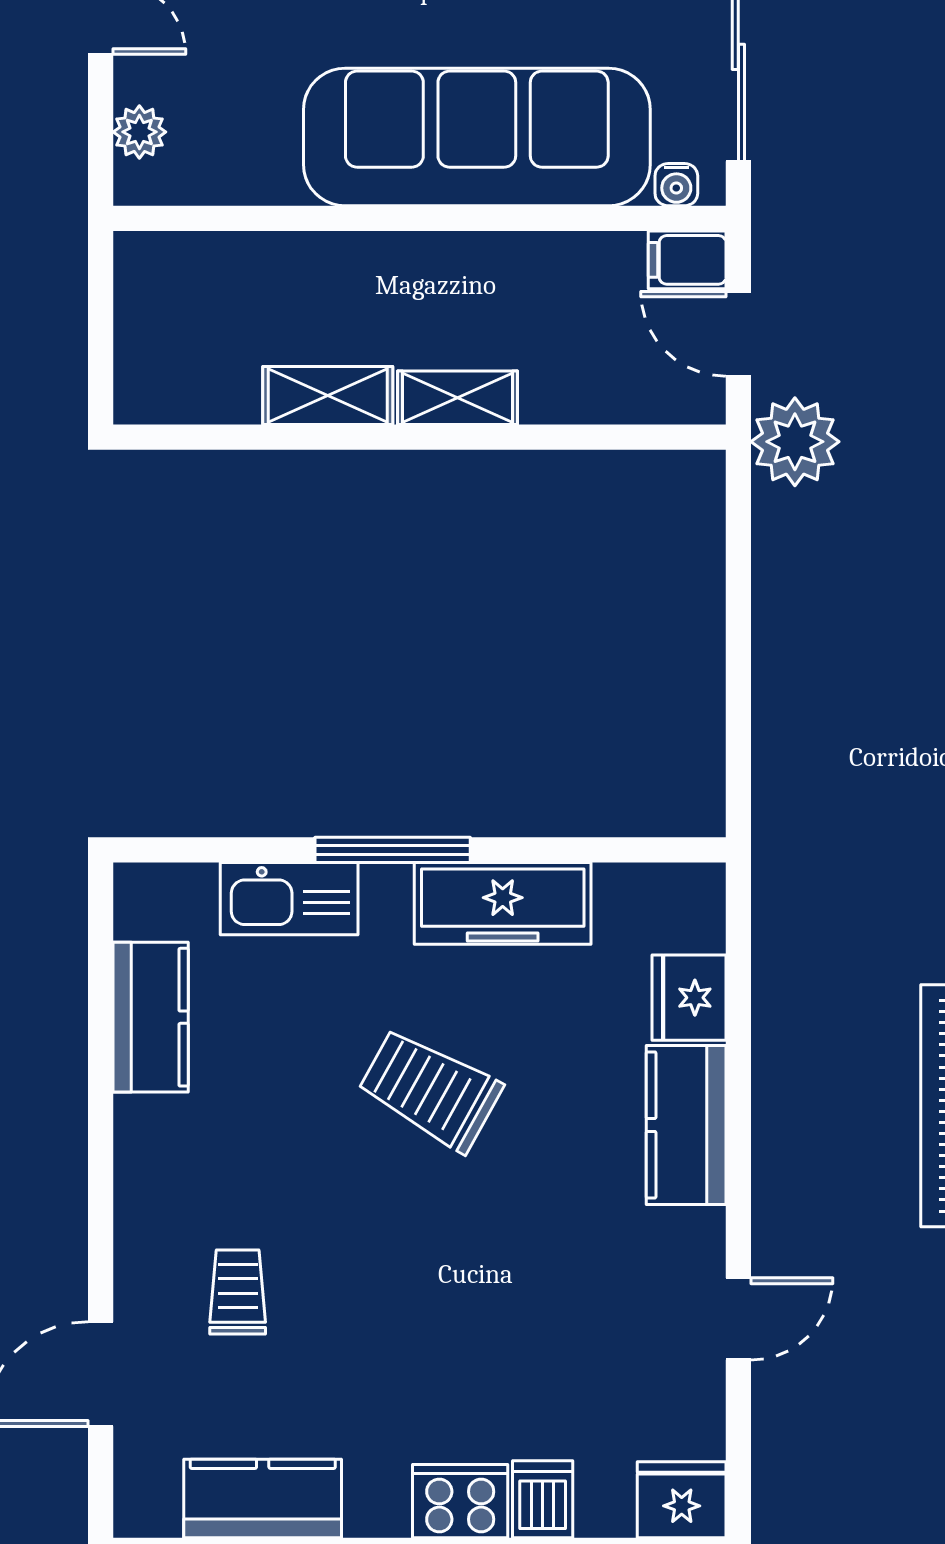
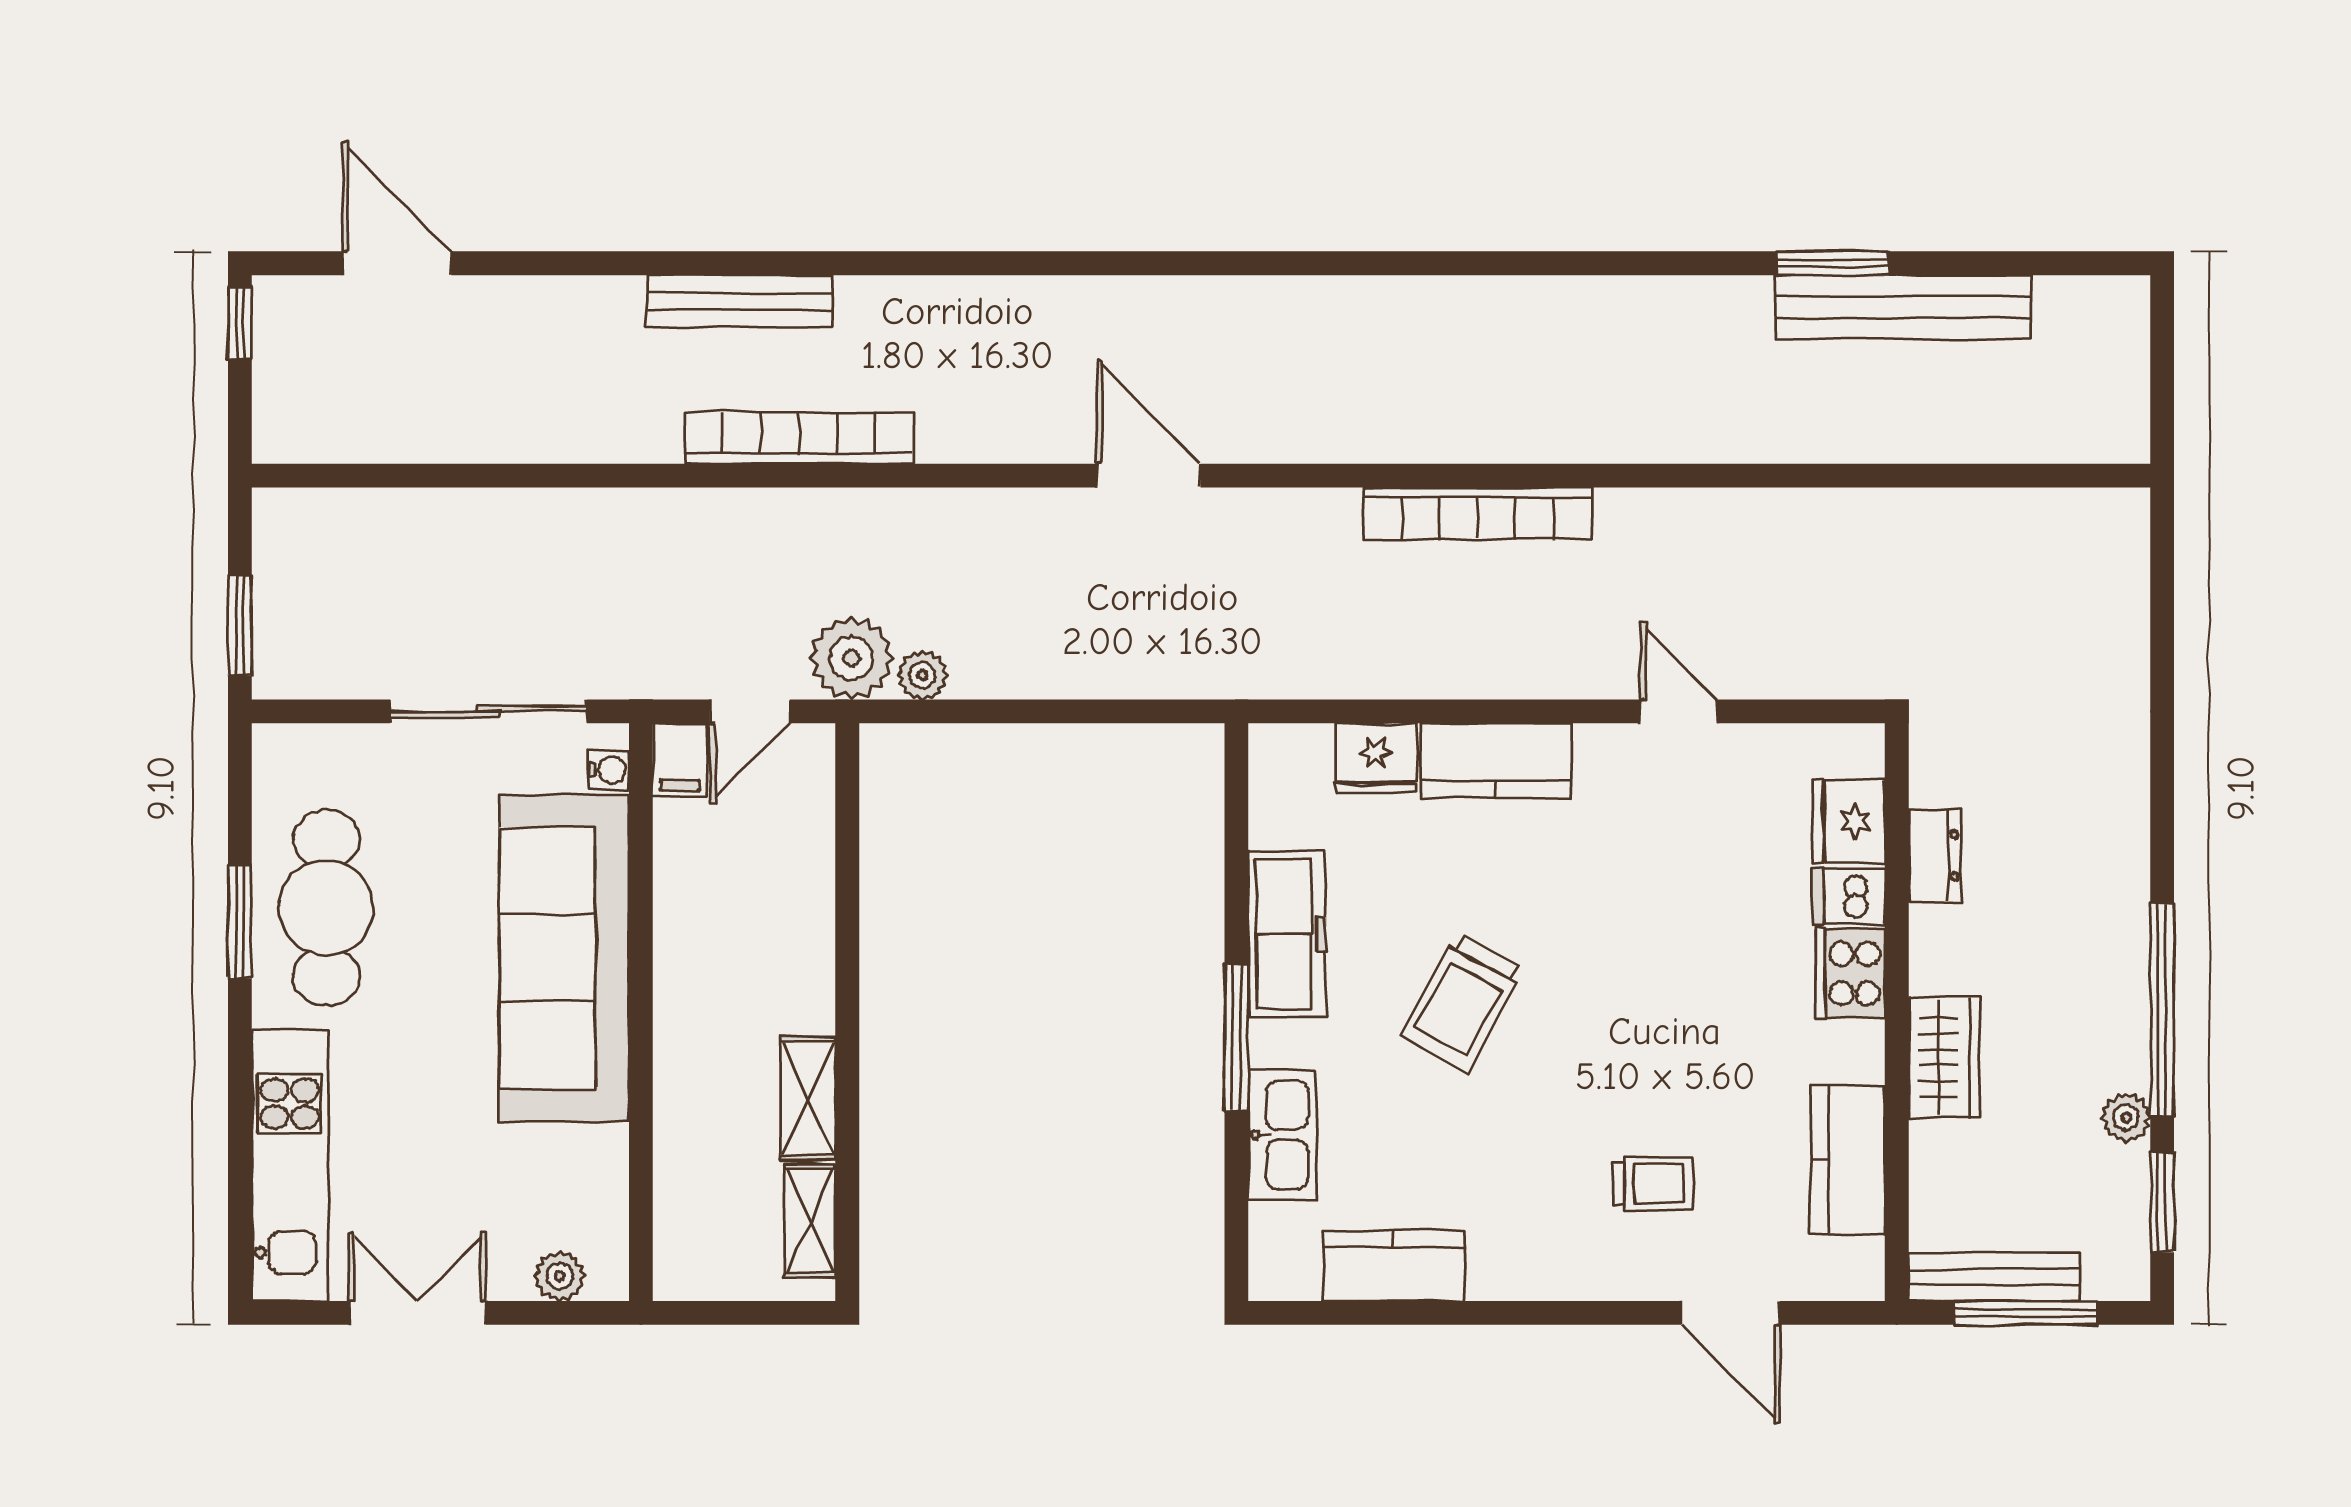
shelving: (457, 398) -> (810, 1221), moved
plant: (777, 517) -> (922, 675), added
trolley: (238, 1292) -> (1653, 1184), turned 180
fridge: (682, 1500) -> (1849, 821), moved

